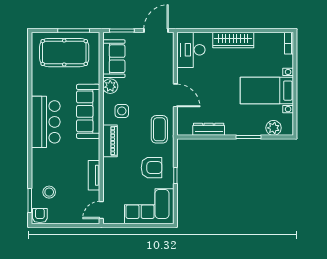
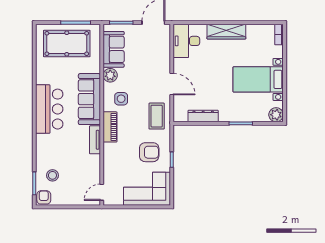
plant: (274, 128) -> (276, 115), moved
tv unit: (94, 175) -> (95, 140), moved

